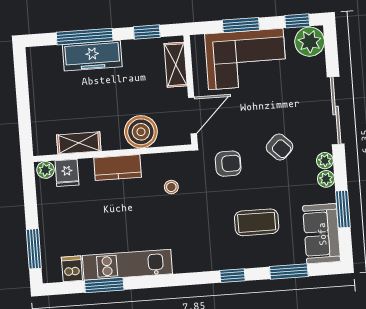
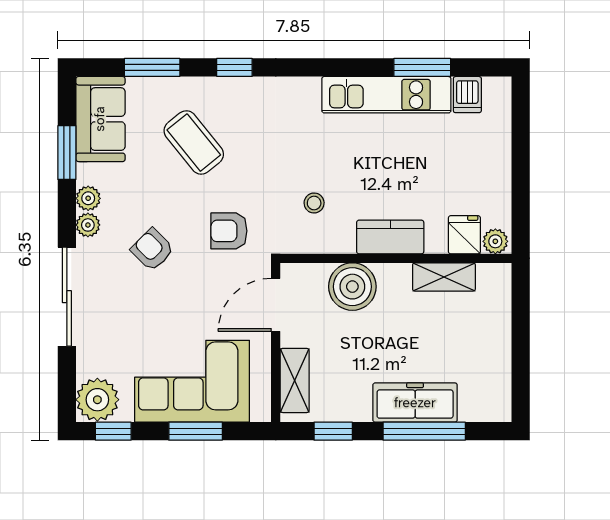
coffee table: (257, 222) -> (194, 142), turned 51
window: (34, 249) -> (521, 128), removed

